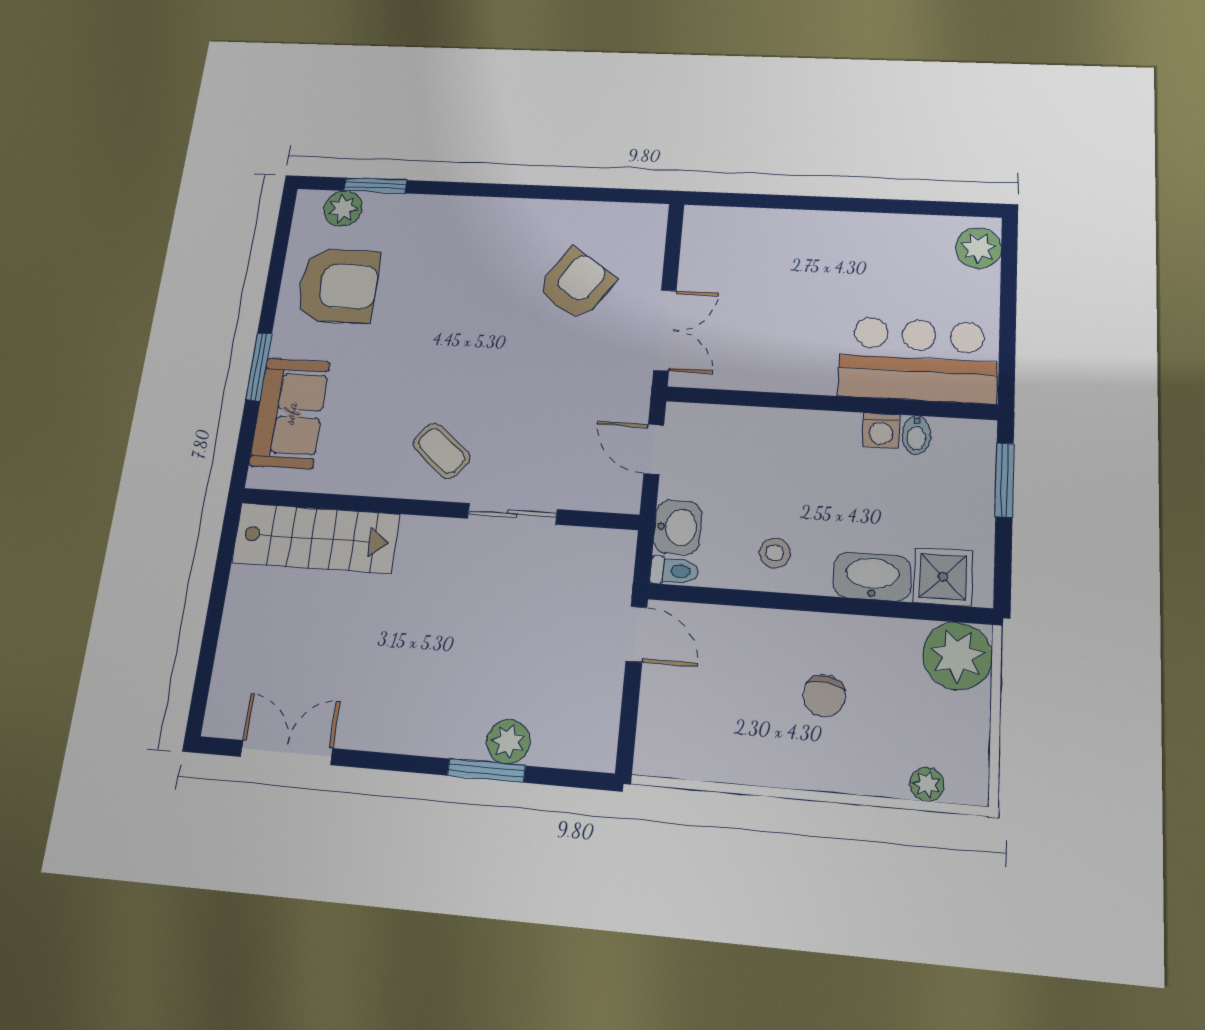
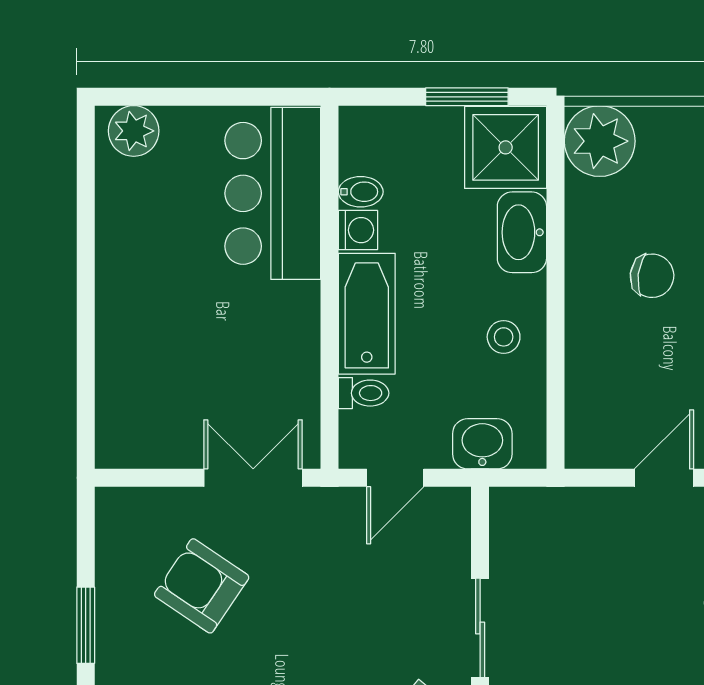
window: (553, 193) -> (86, 625), added
bathtub: (804, 434) -> (367, 314), added
window: (1005, 480) -> (467, 97), moved
toilet: (674, 571) -> (364, 393), moved, turned 90
shower: (943, 577) -> (506, 147), width x1.36, depth x1.36
door: (637, 634) -> (664, 478), moved

